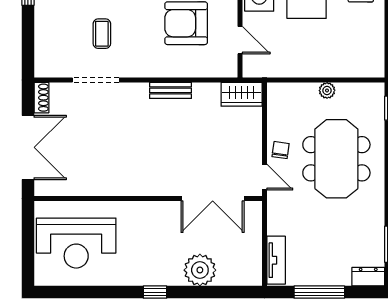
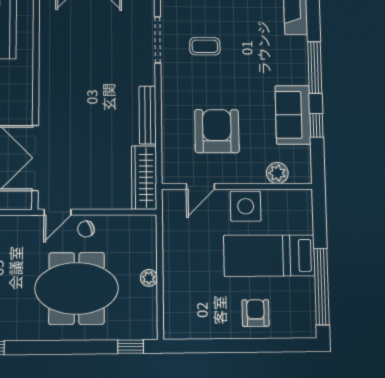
bench: (170, 90) -> (148, 115), width x1.36
wardrobe: (242, 94) -> (144, 177), width x1.50
chair: (281, 150) -> (86, 229), turned 152

